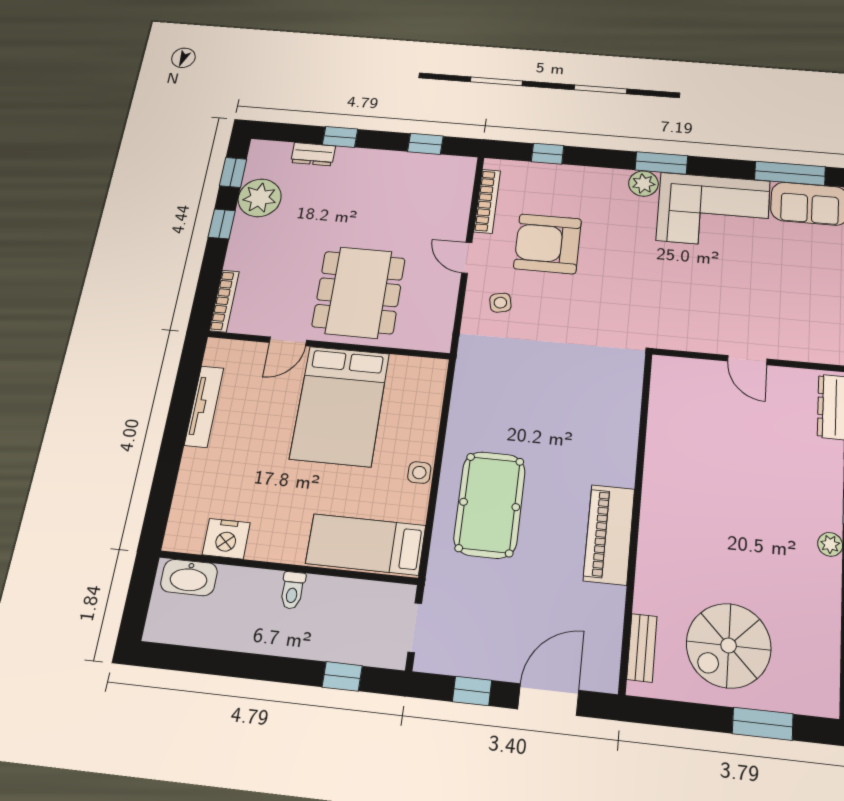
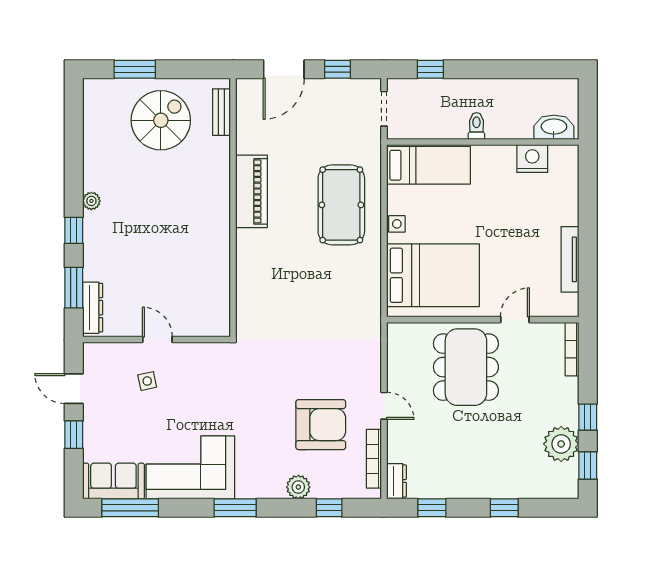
dresser: (313, 154) -> (396, 481), moved, turned 90
plant: (643, 184) -> (298, 487), moved
side table: (500, 303) -> (147, 381), moved
bed: (340, 406) -> (433, 275), moved, turned 90

